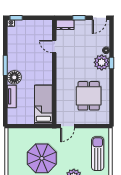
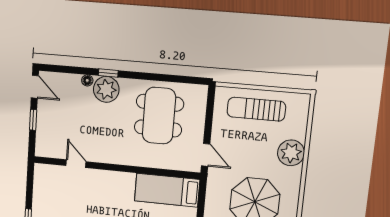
dresser: (65, 25) -> (43, 143), removed
door: (54, 47) -> (76, 164), swing flipped
dining table: (89, 96) -> (159, 116), width x1.38

